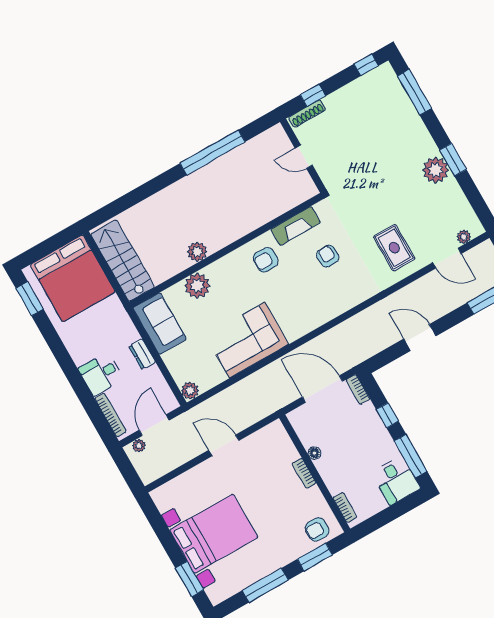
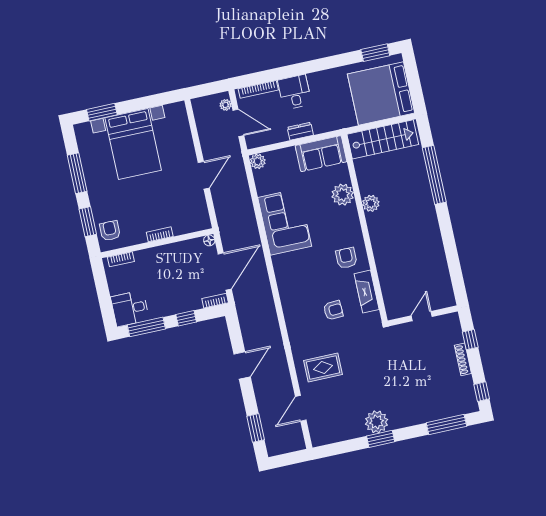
shoe rack: (307, 114) -> (463, 359), moved
window: (213, 152) -> (434, 175), moved
plant: (464, 237) -> (314, 428), removed
floor lamp: (314, 453) -> (209, 240), moved

